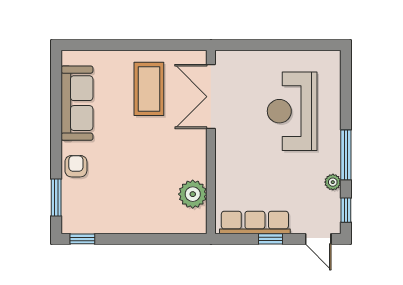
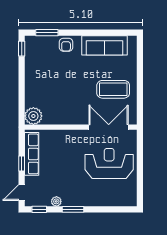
reception desk: (292, 111) -> (109, 163), moved
window: (346, 155) -> (73, 209), width x0.69
armchair: (76, 166) -> (66, 45), turned 90
plant: (193, 194) -> (33, 116), moved

